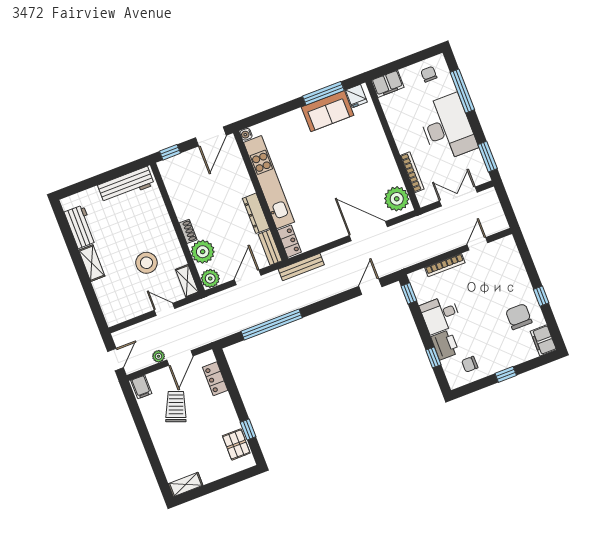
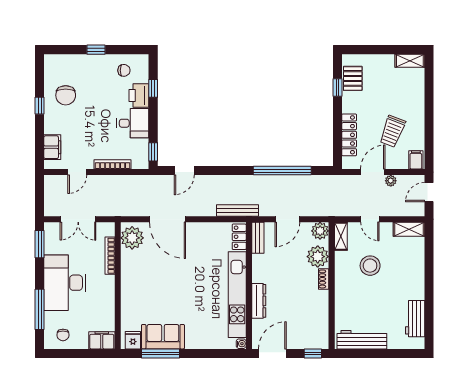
dresser: (256, 213) -> (259, 301), moved
shelving: (92, 263) -> (409, 229), moved, turned 90
filing cabinet: (543, 340) -> (52, 147), moved
locker: (215, 379) -> (349, 135), width x1.53

